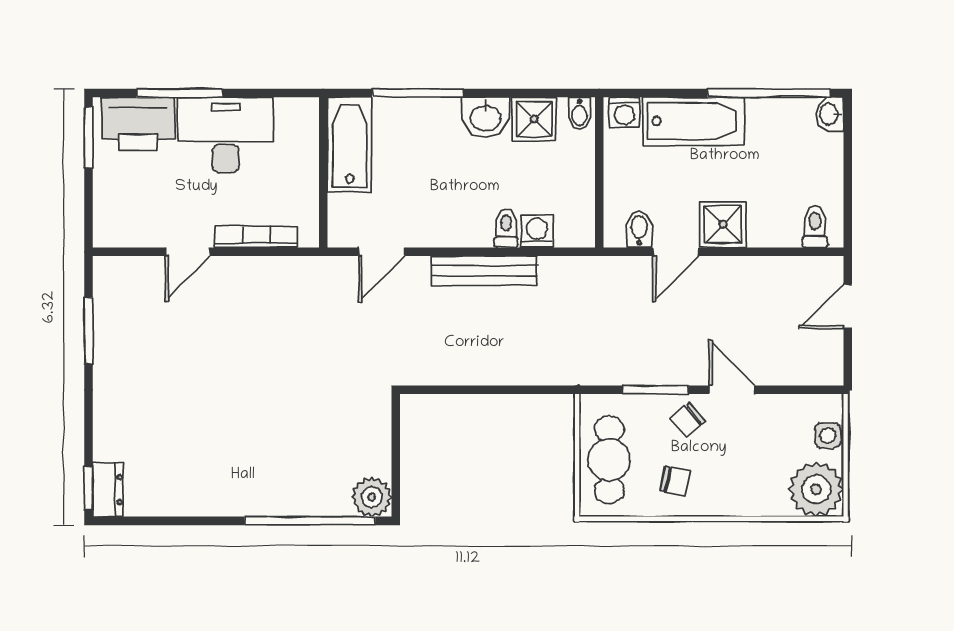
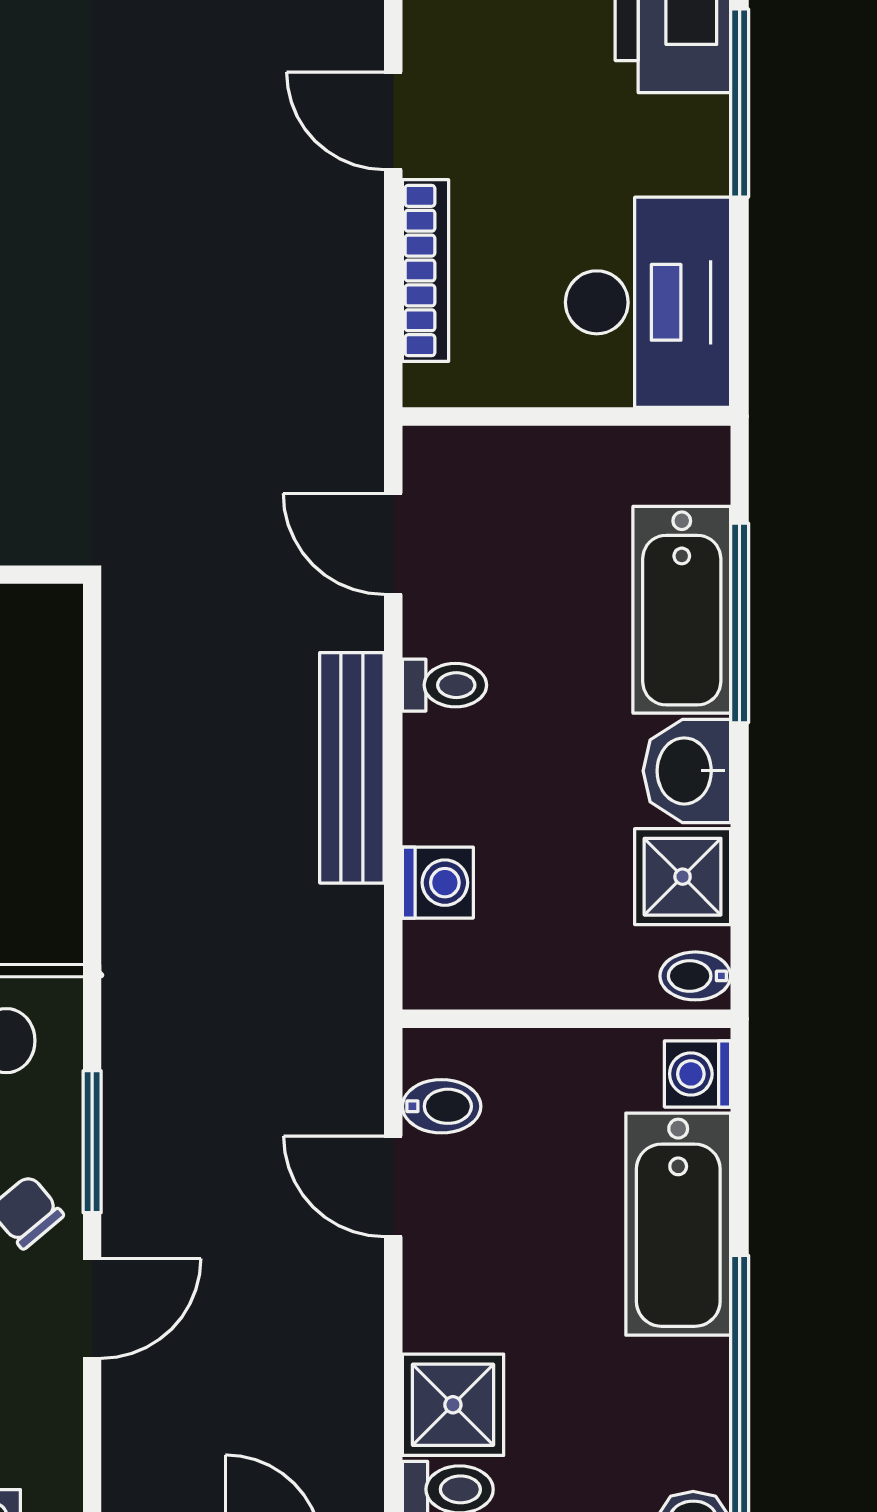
desk: (226, 135) -> (648, 302), moved
bathtub: (350, 145) -> (682, 610), moved, turned 90
shower: (723, 224) -> (453, 1405), moved
toilet: (506, 228) -> (444, 685), moved

